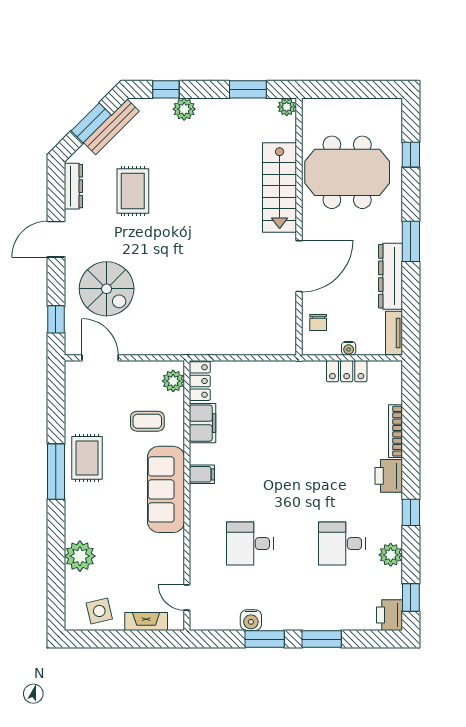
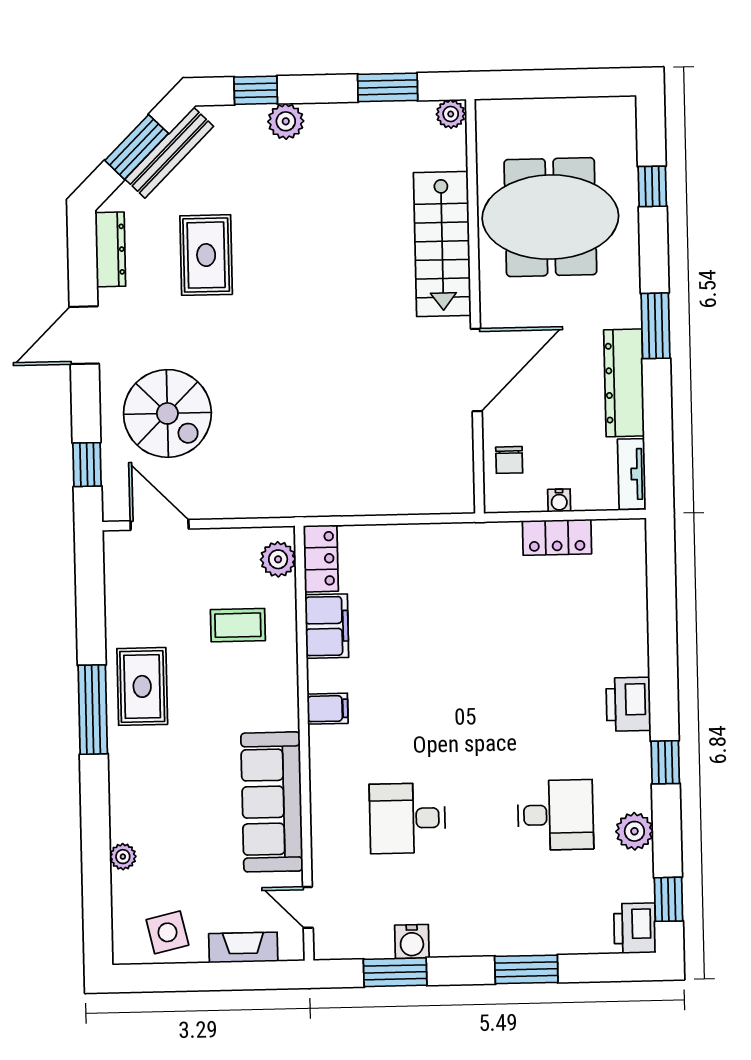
bookcase: (396, 431) -> (638, 632), removed
sofa: (166, 489) -> (272, 802), moved
desk: (342, 544) -> (555, 815), turned 180
plant: (80, 556) -> (123, 857), width x0.53, depth x0.53
window: (265, 639) -> (395, 972), moved

